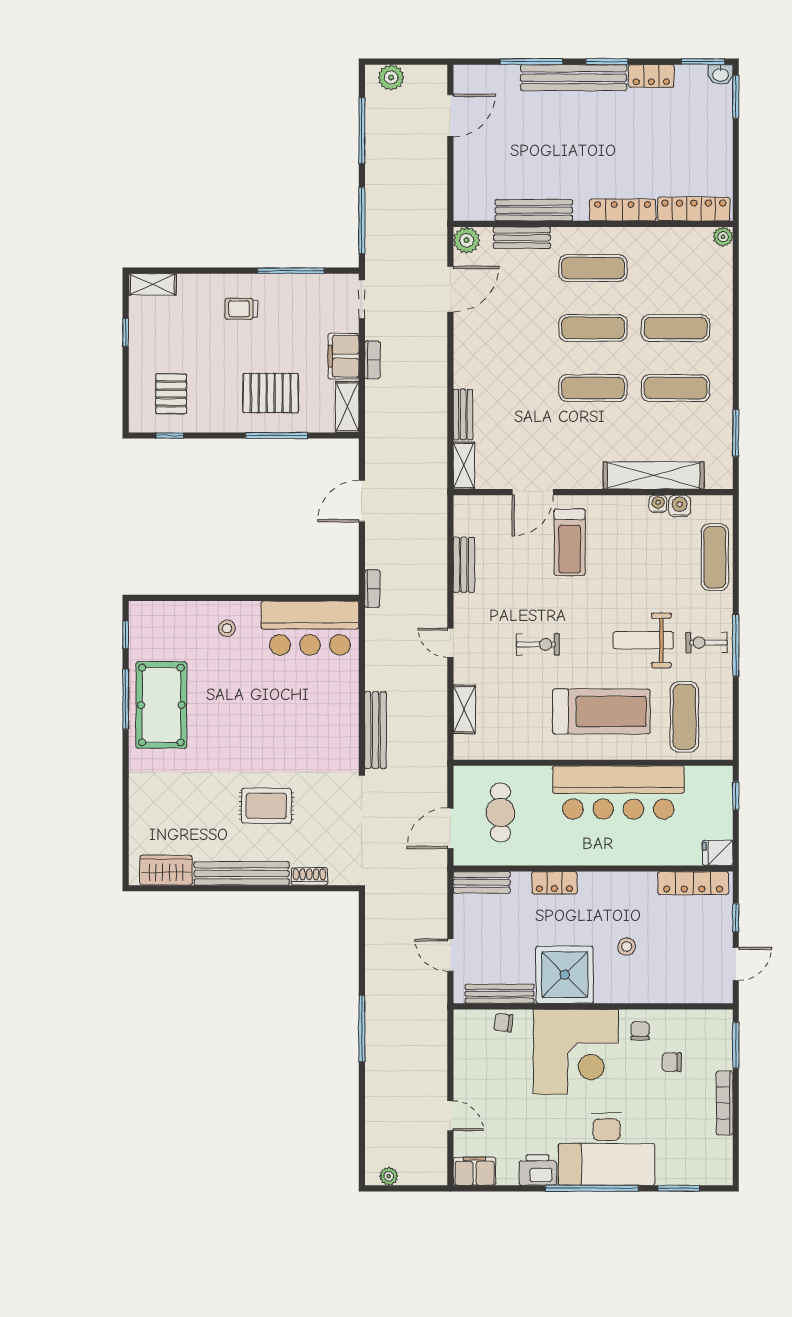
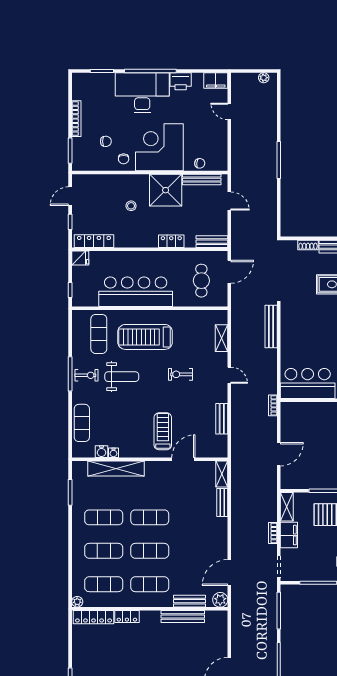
locker: (623, 210) -> (127, 617), width x0.66
exercise mat: (676, 268) -> (104, 584), added

